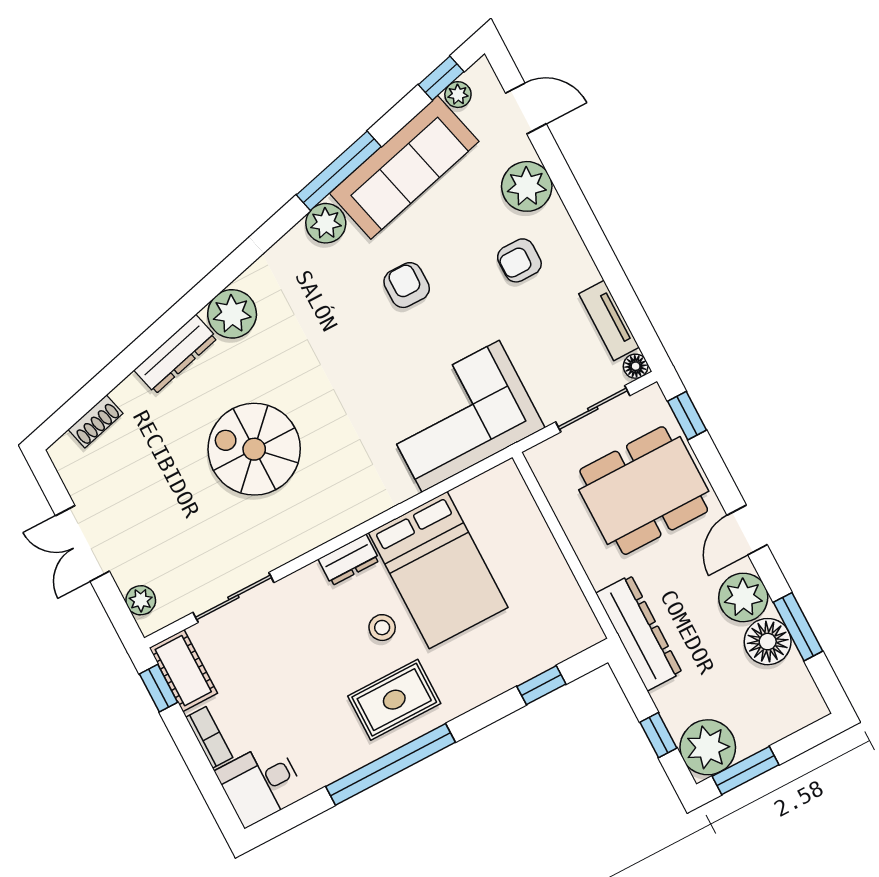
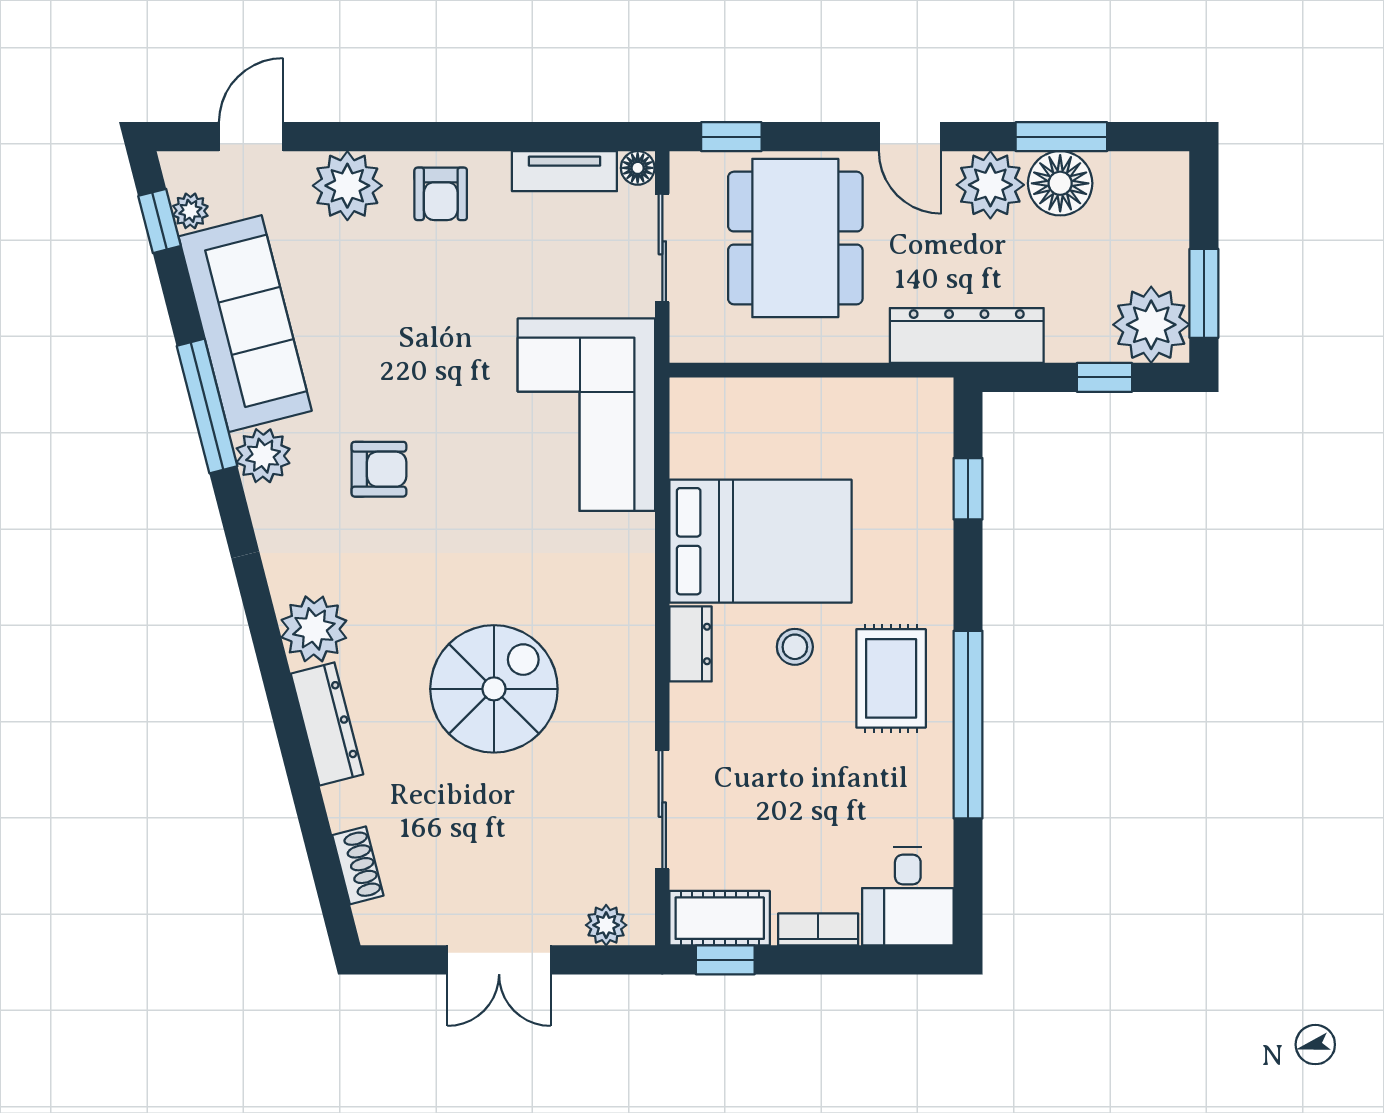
armchair: (519, 260) -> (441, 194), moved
armchair: (407, 285) -> (379, 469), moved, turned 180
spiral stairs: (254, 449) -> (494, 689), turned 180

